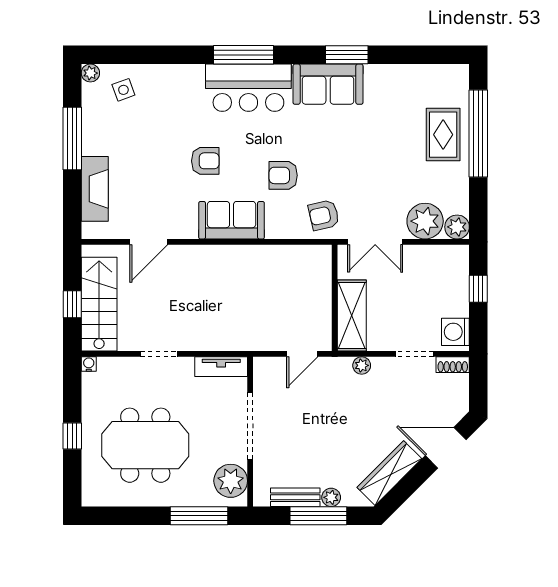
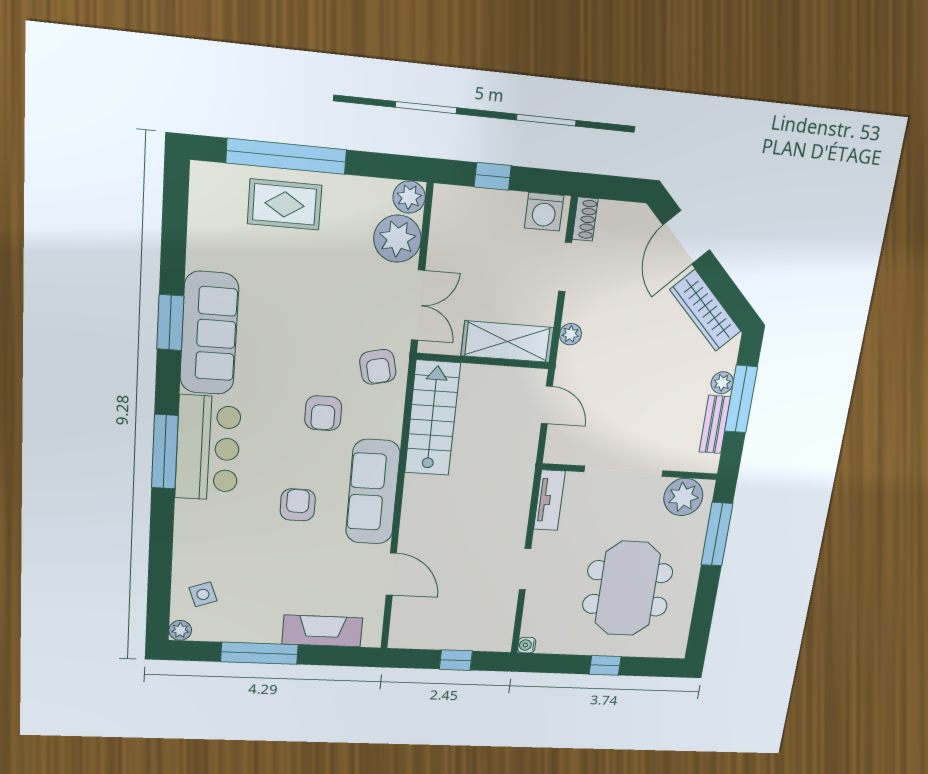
sofa: (328, 84) -> (209, 333), width x1.36
sofa: (232, 220) -> (373, 492), width x1.36
stairs: (99, 304) -> (432, 418), moved, turned 90

